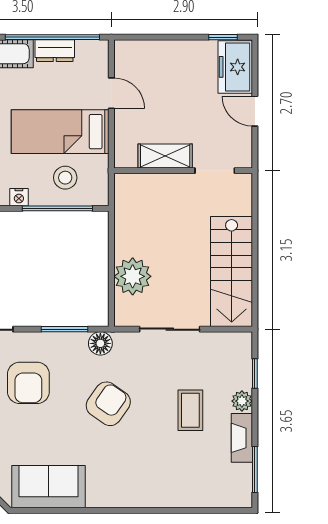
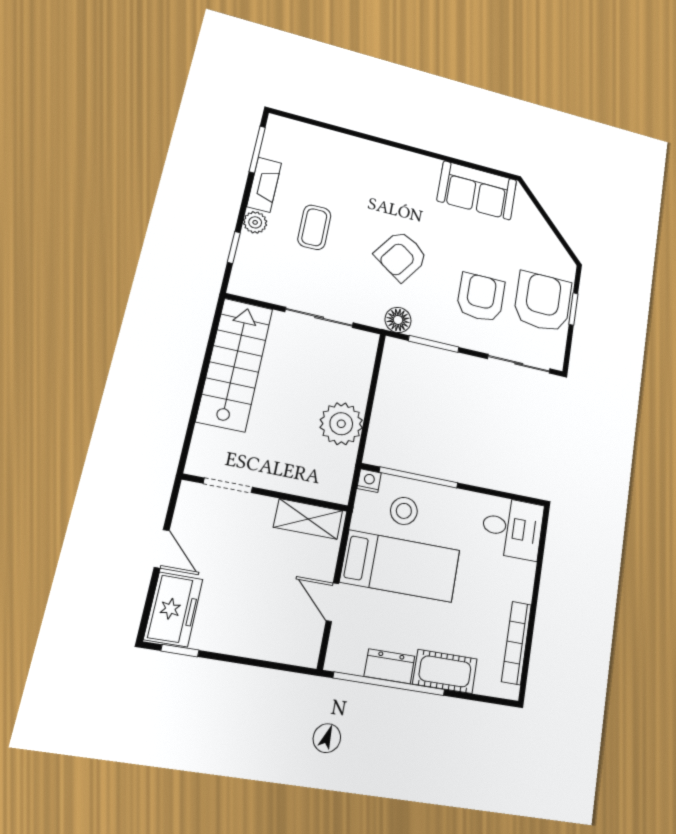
shelving: (165, 156) -> (308, 519), moved
nightstand: (19, 197) -> (369, 481), moved
plant: (133, 276) -> (341, 424), moved

